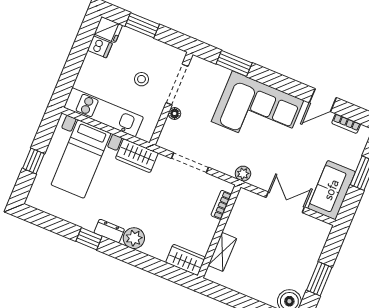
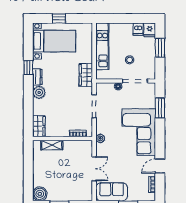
door: (323, 100) -> (160, 166), hinge flipped
bed with nightstands: (81, 159) -> (54, 41), moved, turned 180

